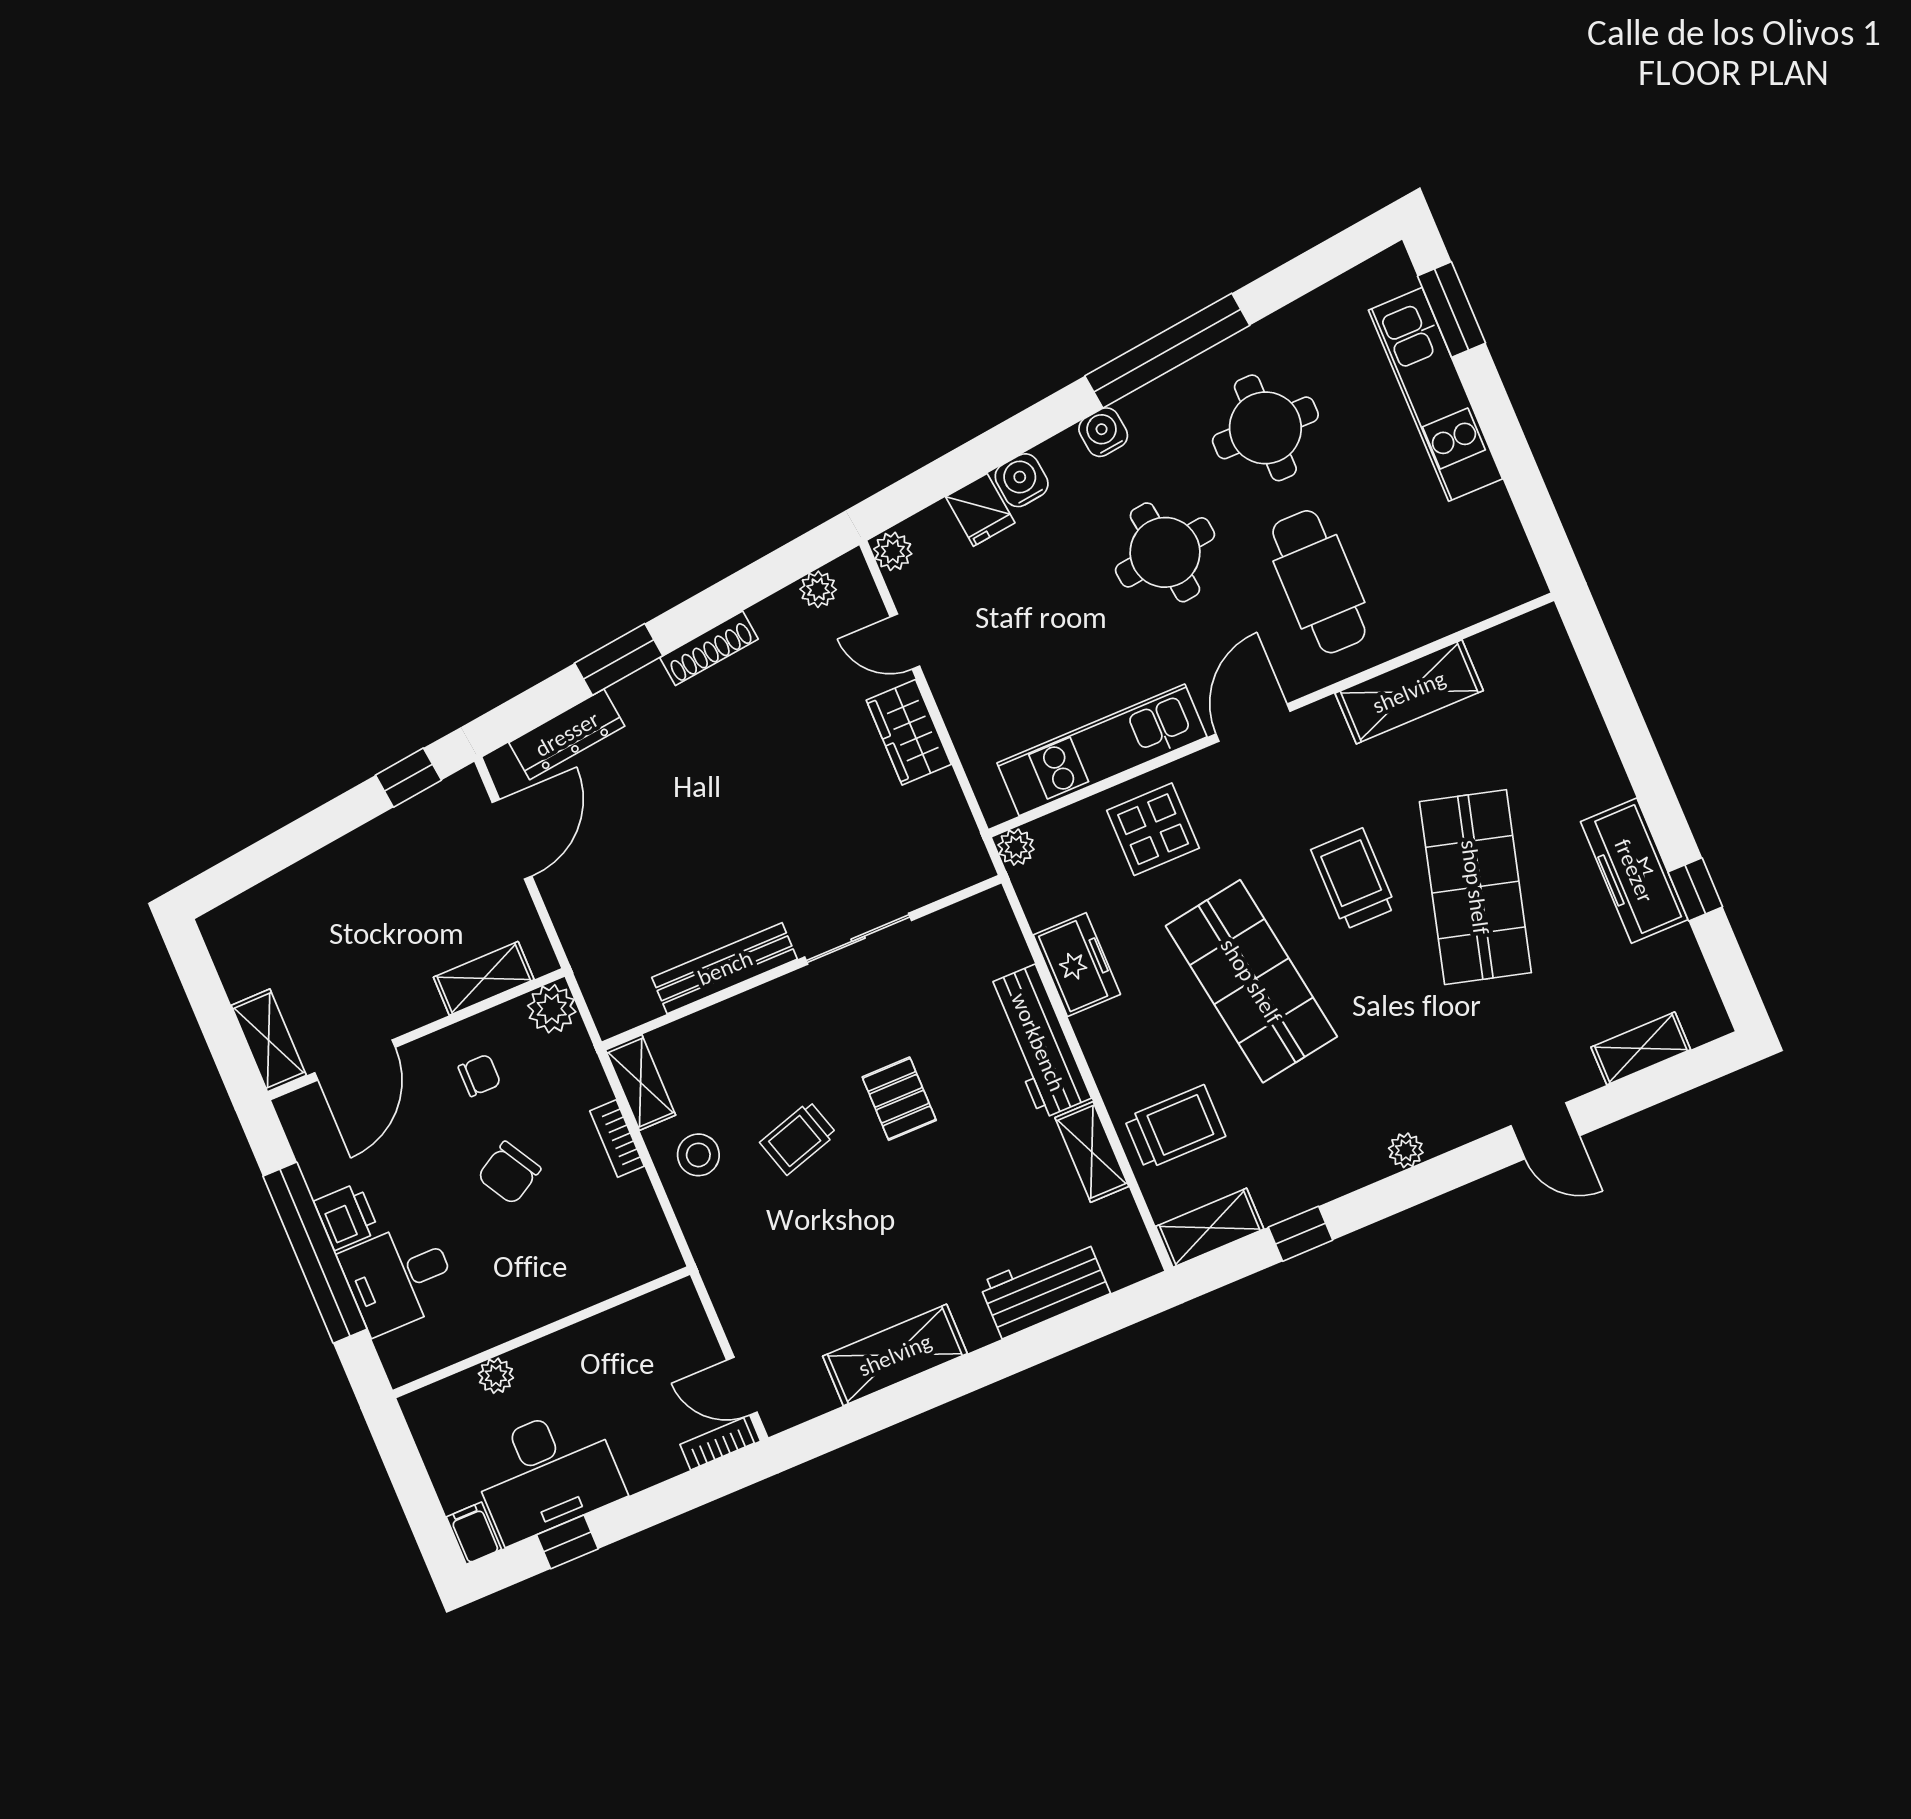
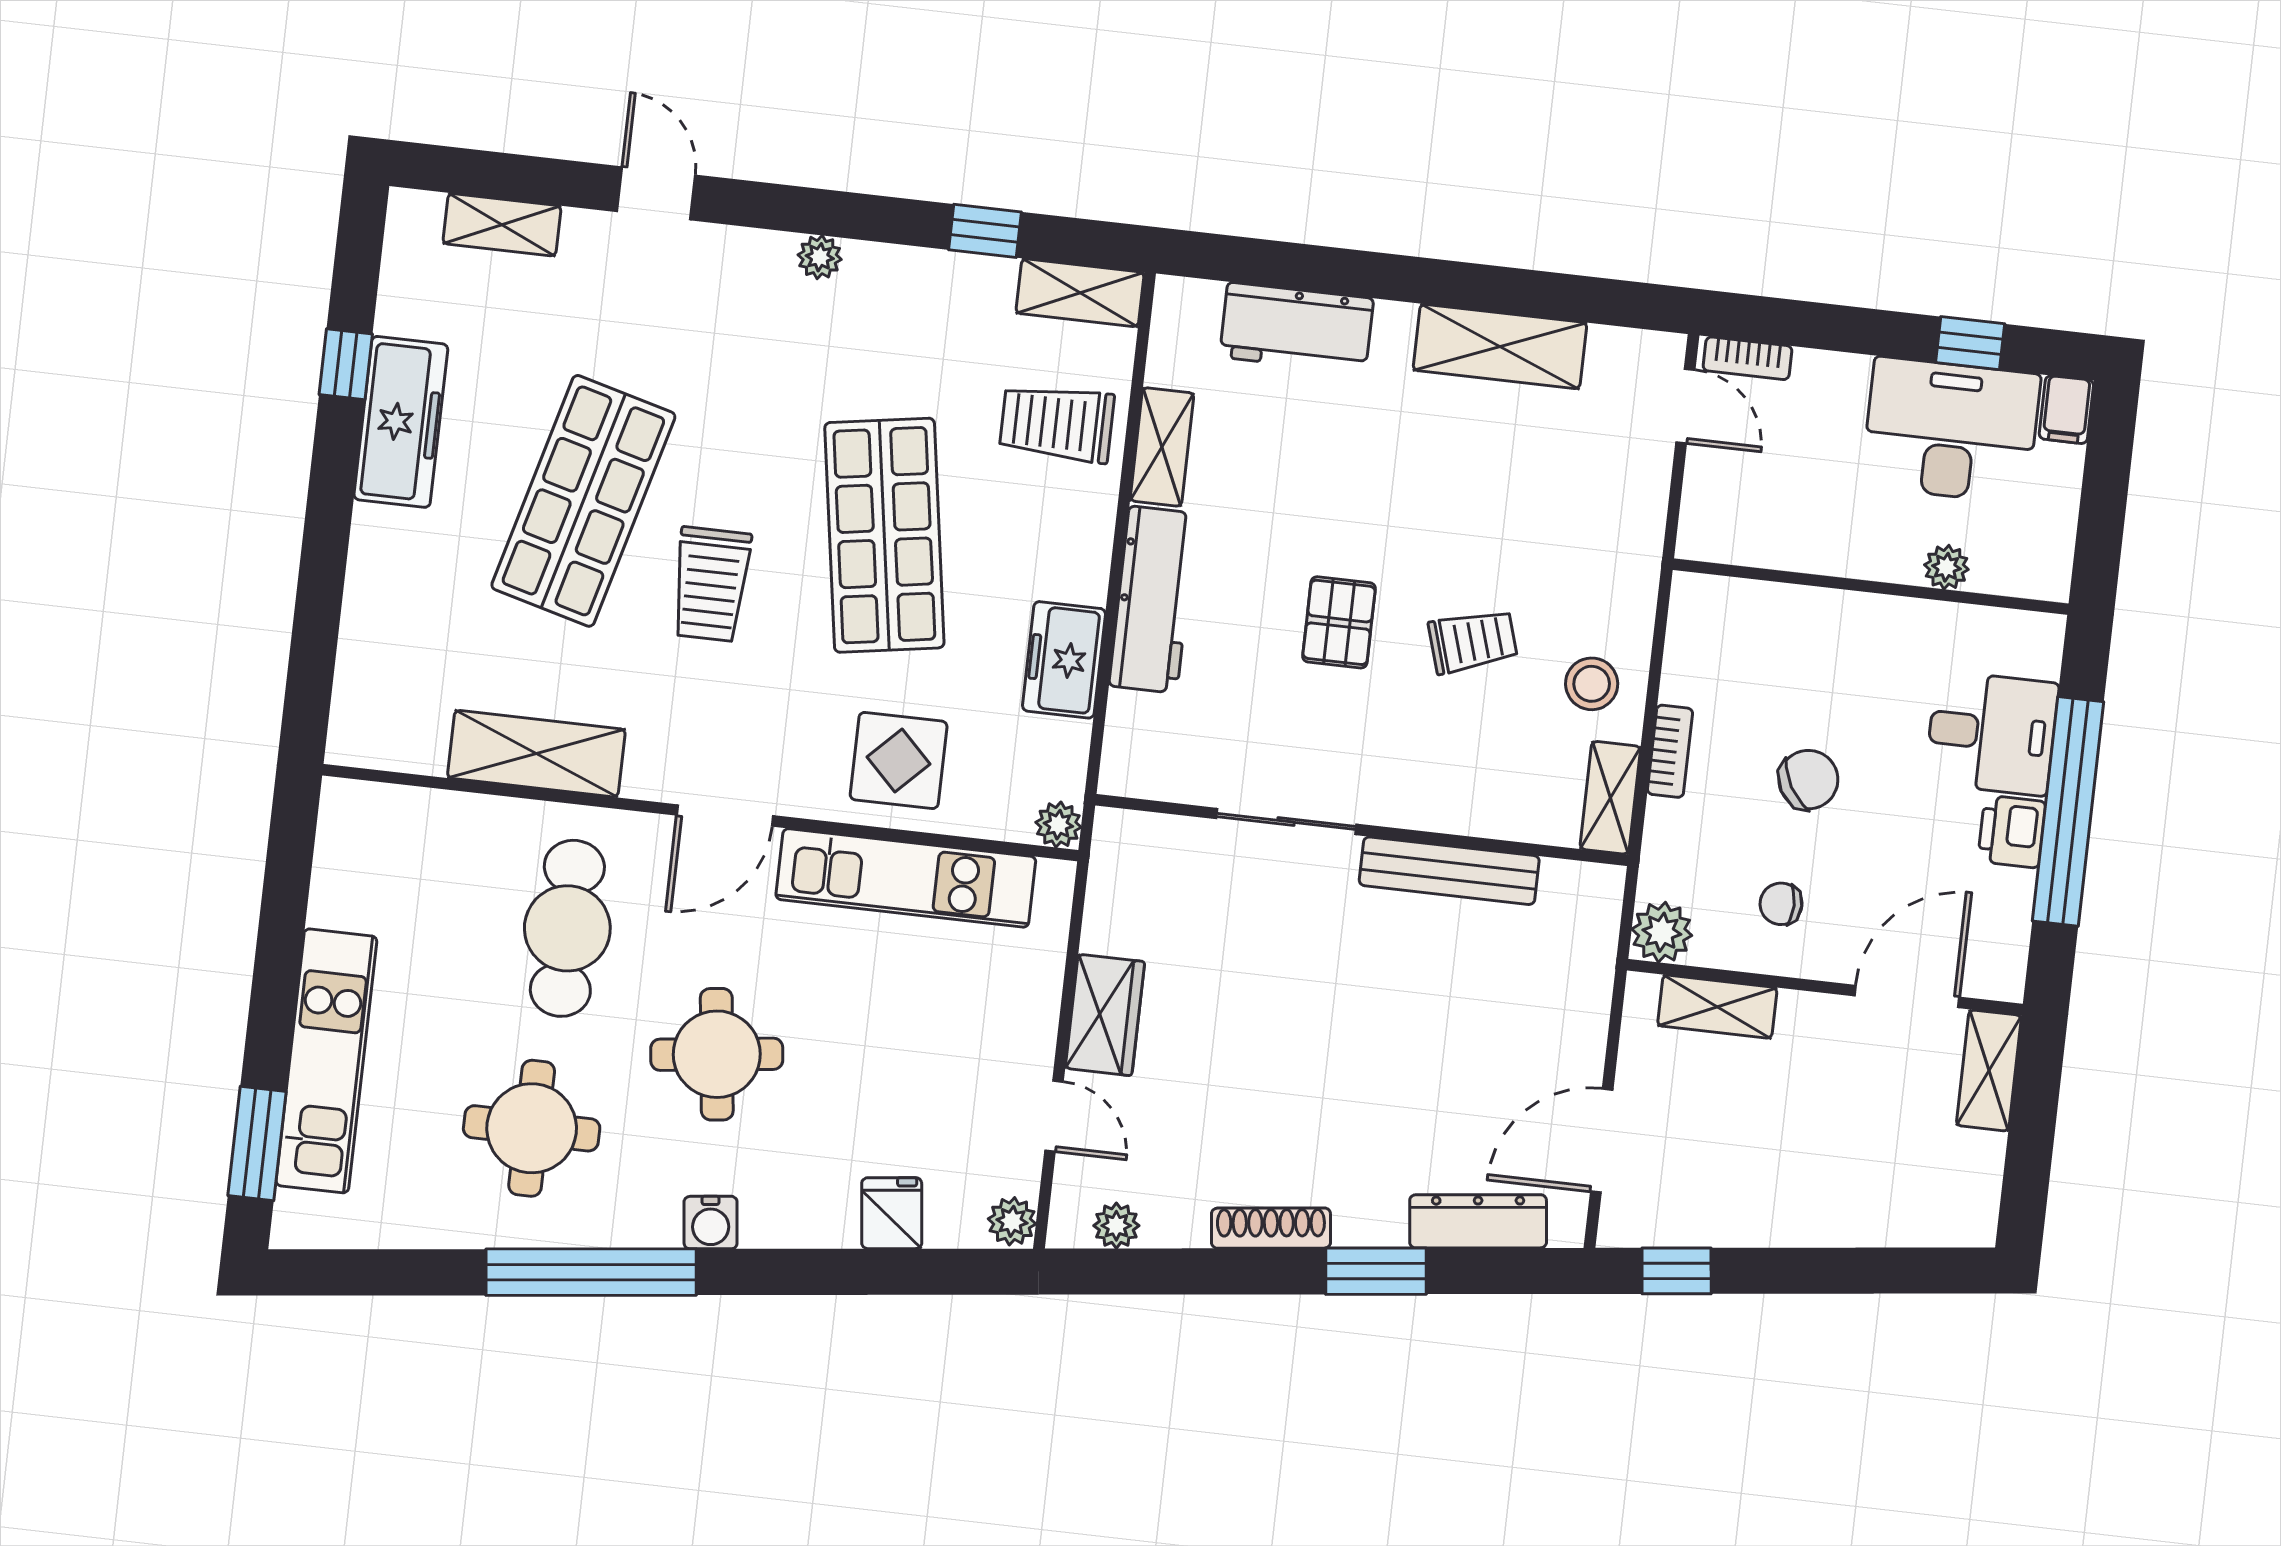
water cooler: (1022, 480) -> (829, 1220), removed

